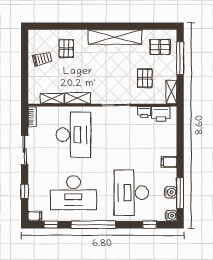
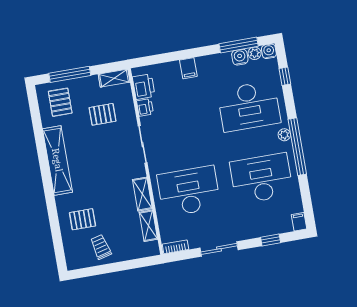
filing cabinet: (169, 162) -> (188, 68), moved
desk: (74, 193) -> (261, 179), turned -90
plant: (172, 204) -> (255, 53), added
plant: (104, 216) -> (284, 135), added
window: (51, 225) -> (306, 200), removed

